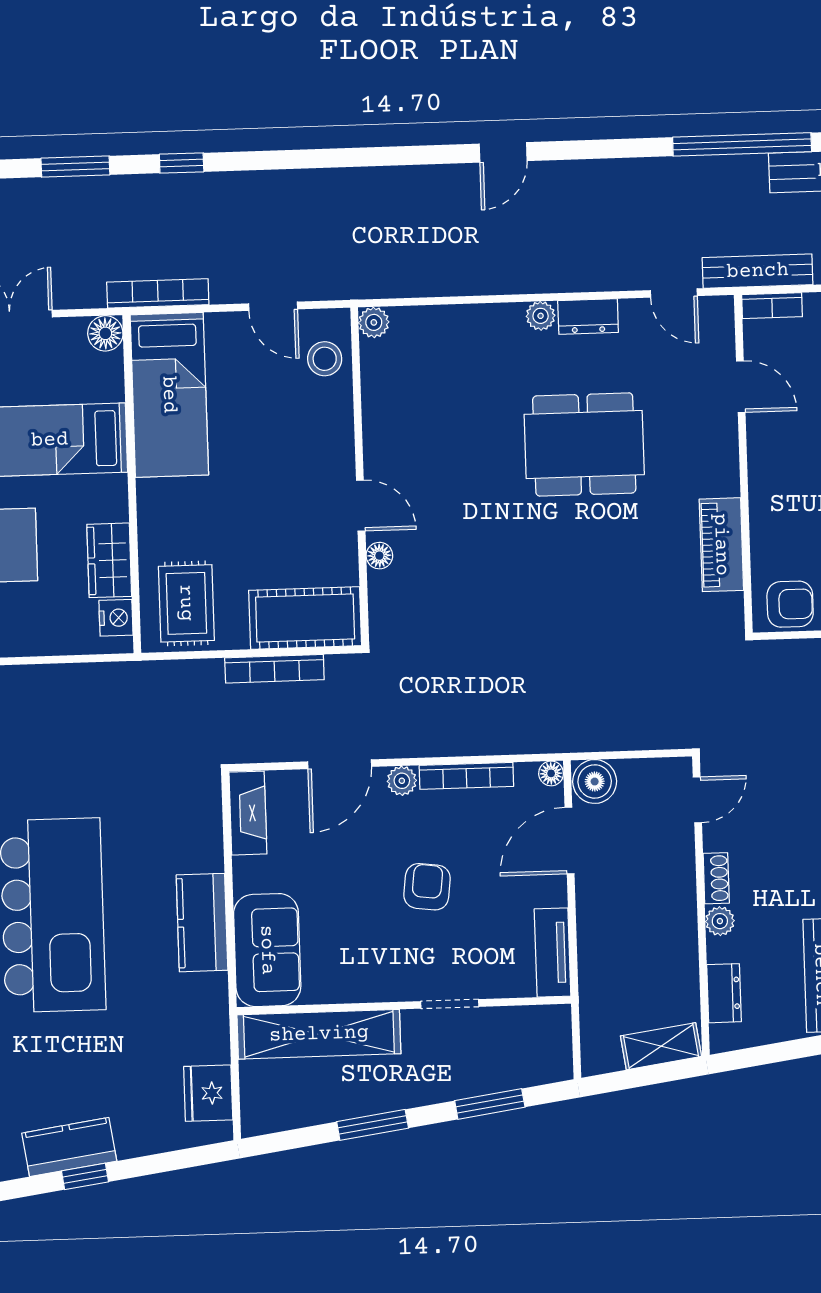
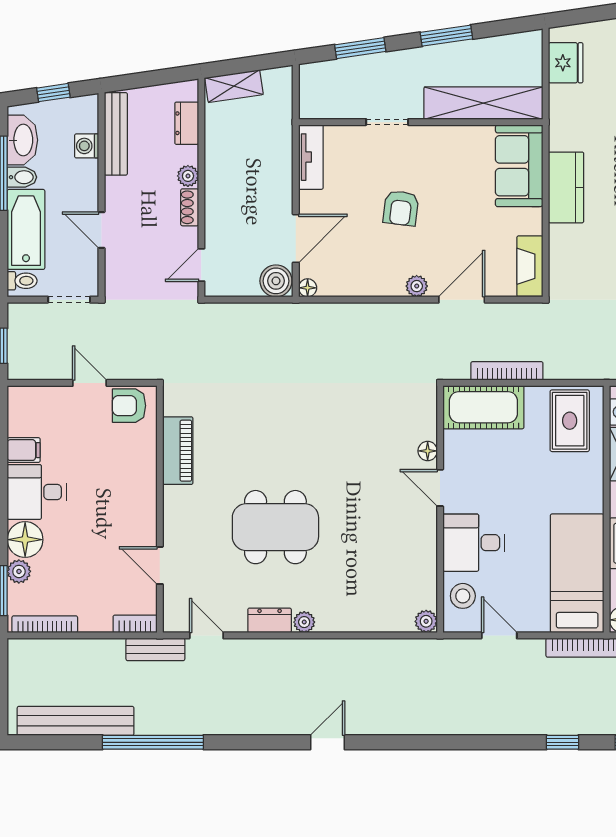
bench: (758, 271) -> (155, 649), width x0.73
desk: (312, 432) -> (474, 543), added
bookcase: (466, 776) -> (369, 288), removed

